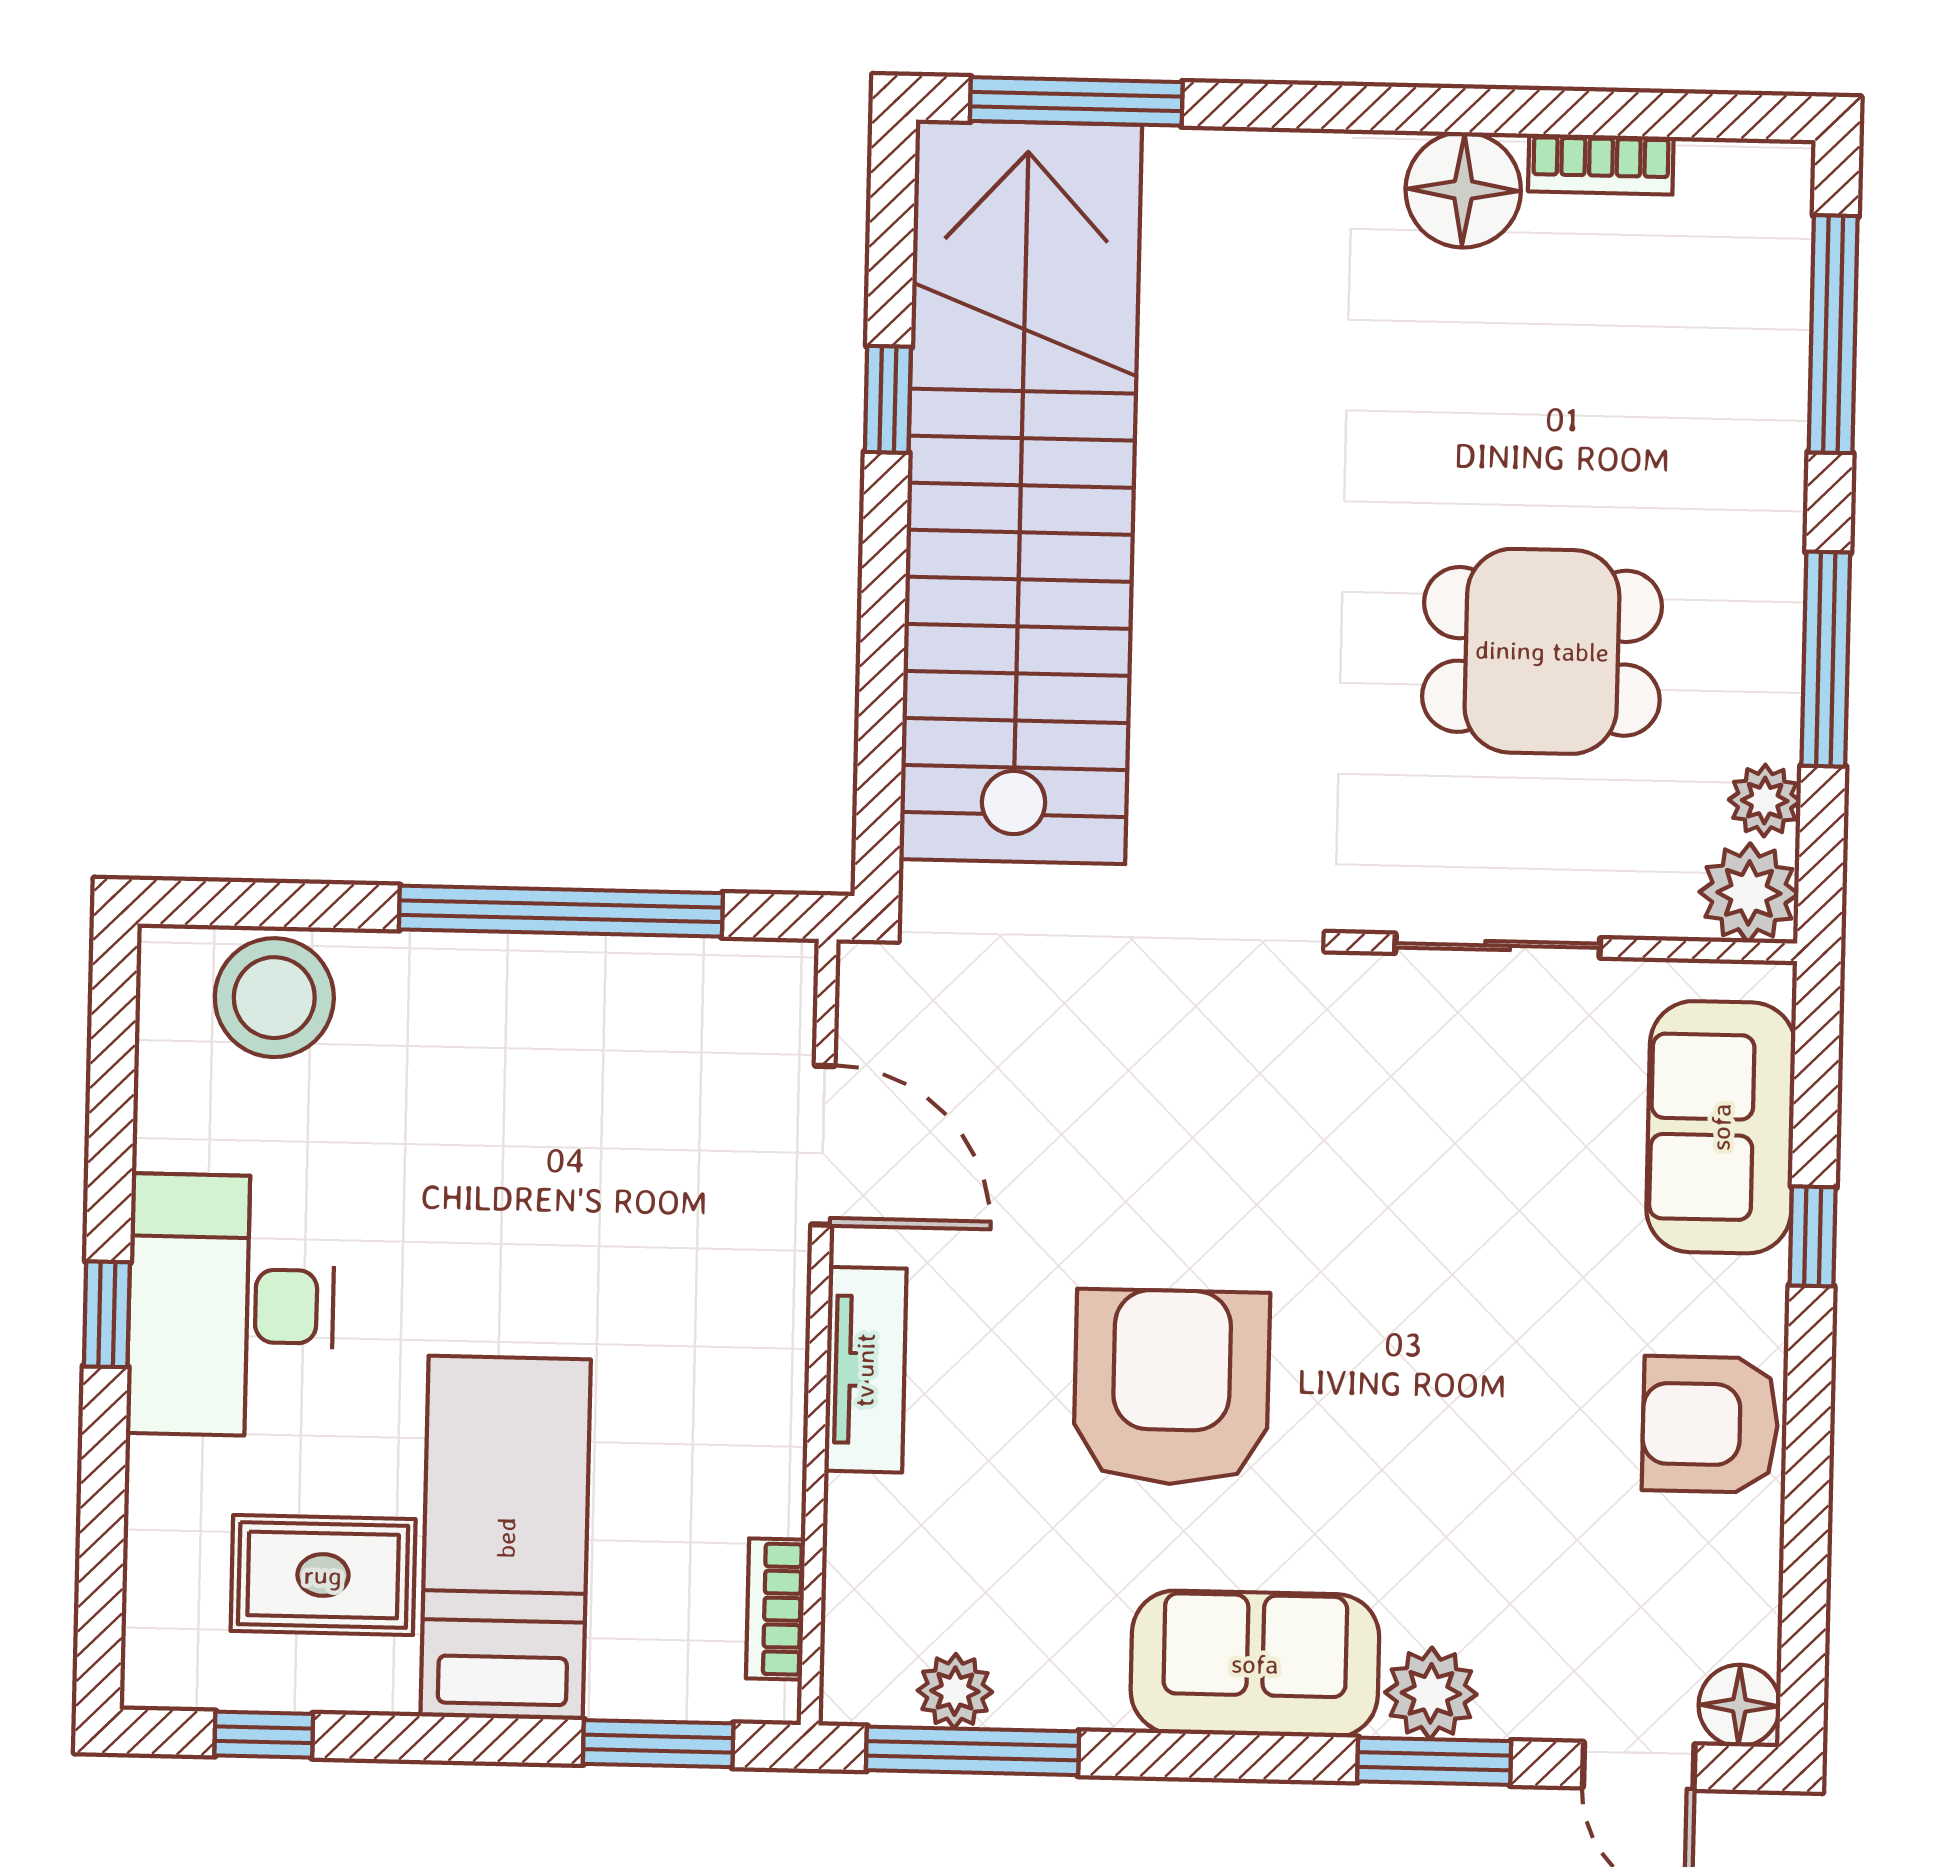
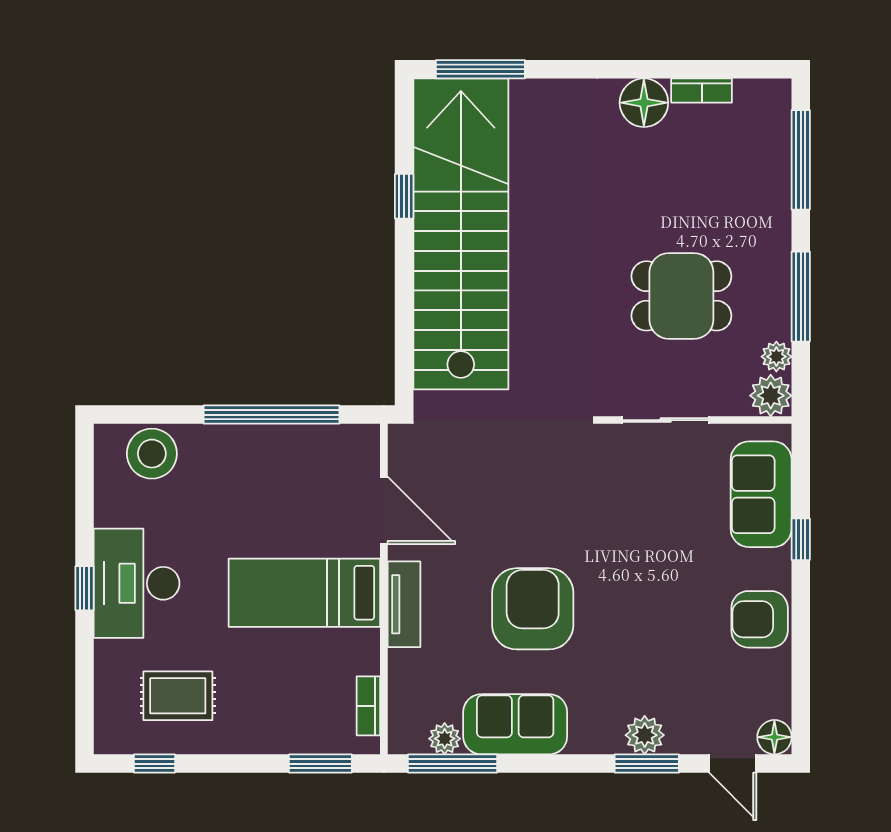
bed: (506, 1538) -> (304, 593), moved, turned -90
sofa: (1255, 1664) -> (515, 724), moved

